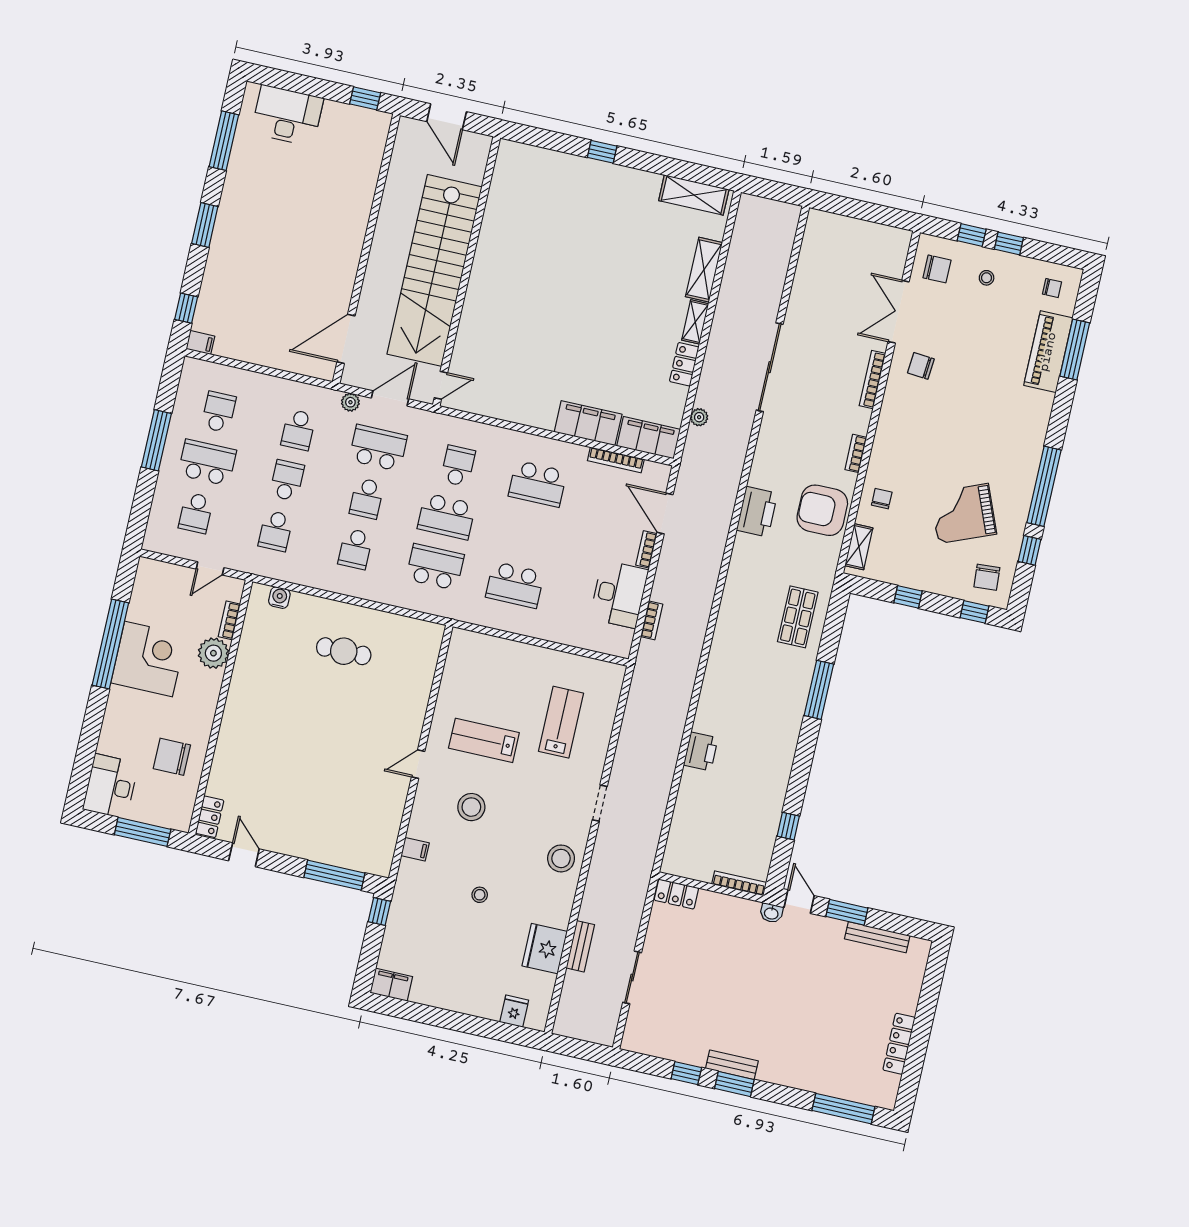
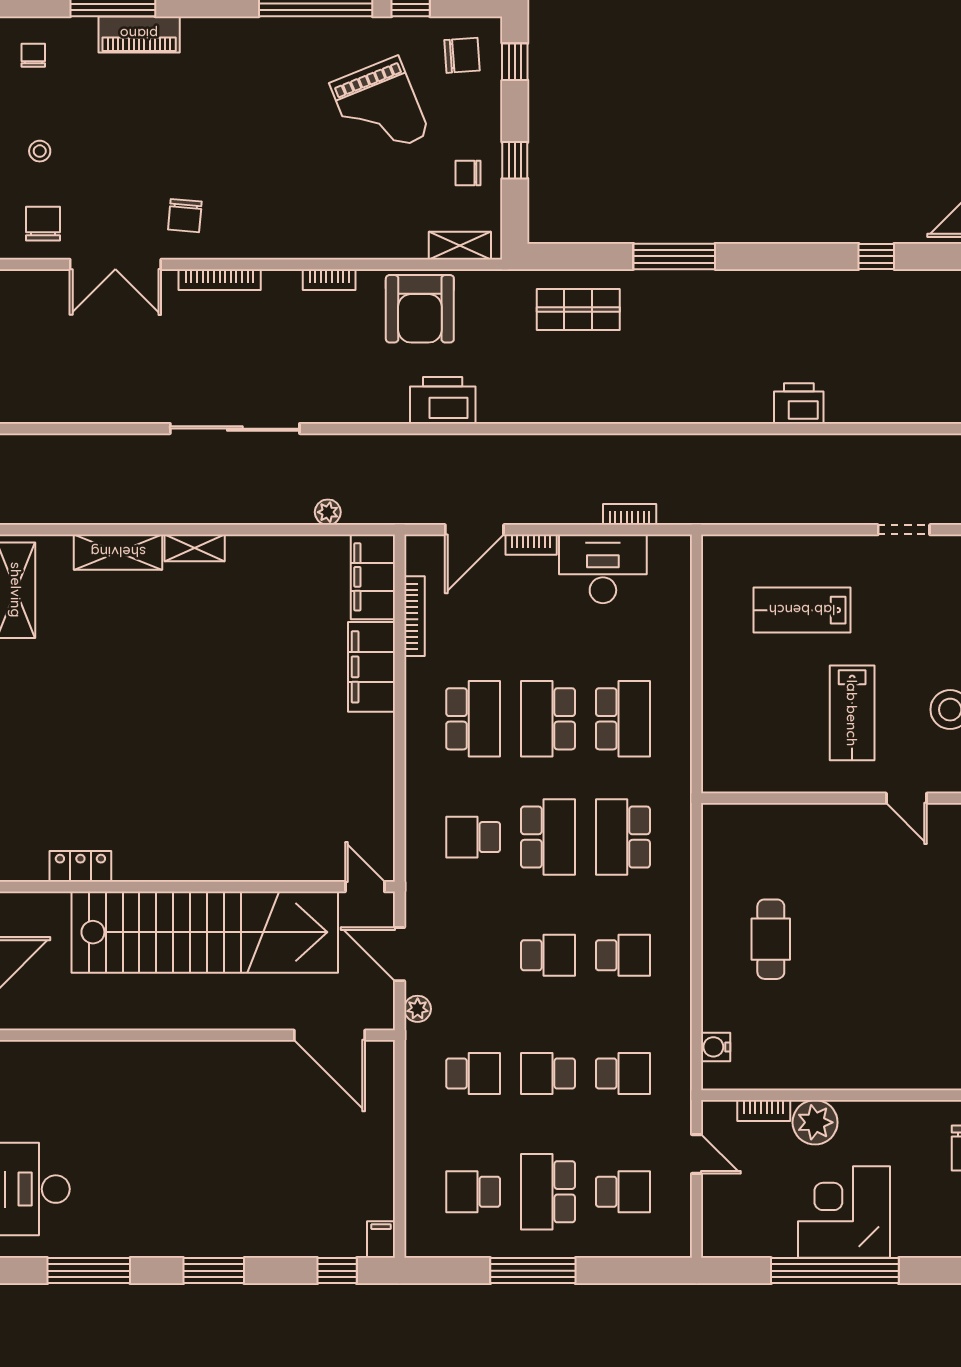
piano: (1048, 352) -> (139, 34), width x0.73, depth x0.75
locker: (684, 364) -> (80, 866), moved, turned 180
school desk: (378, 448) -> (548, 719), moved
chair: (882, 499) -> (468, 173), moved

